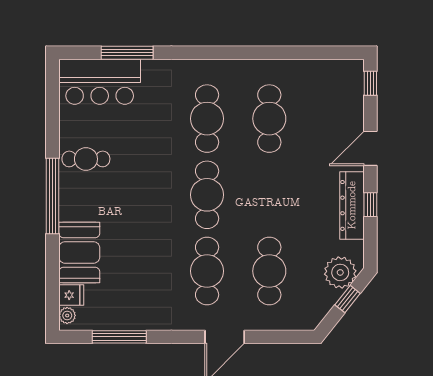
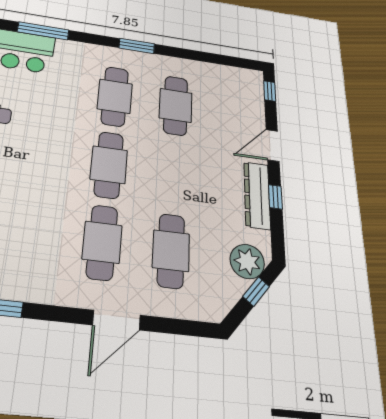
window: (226, 53) -> (137, 46), added

